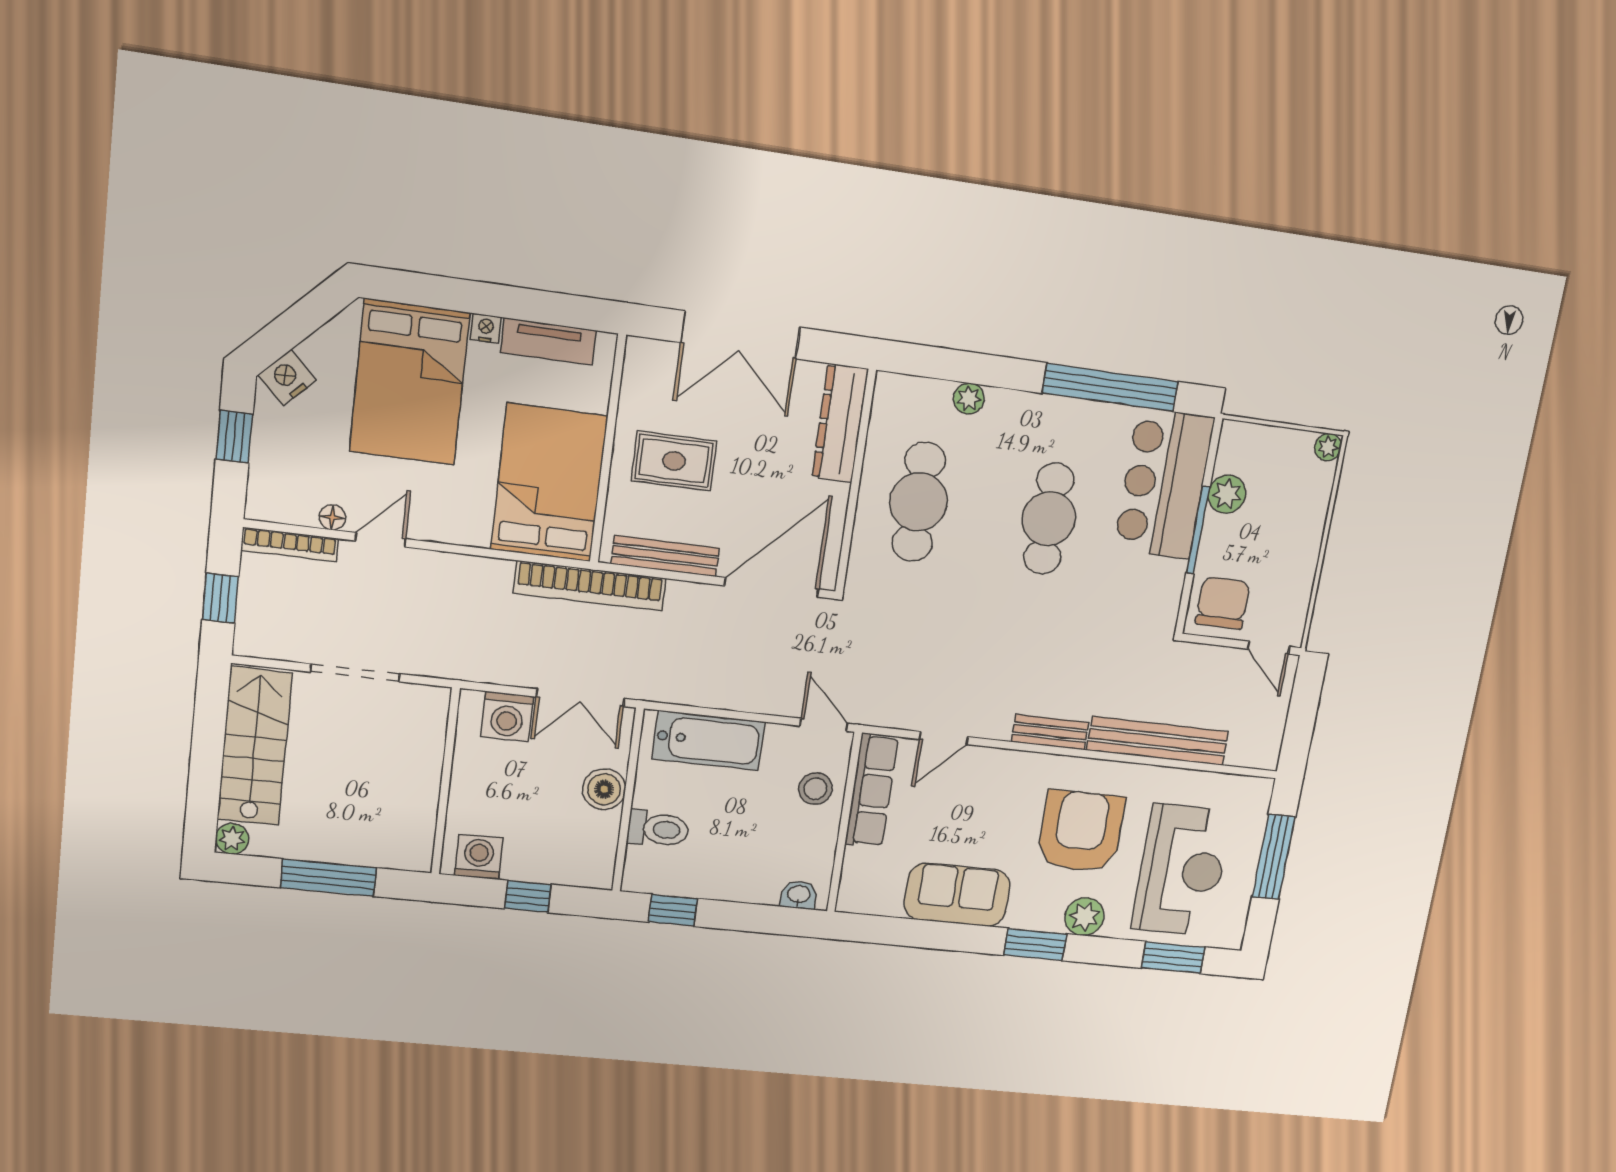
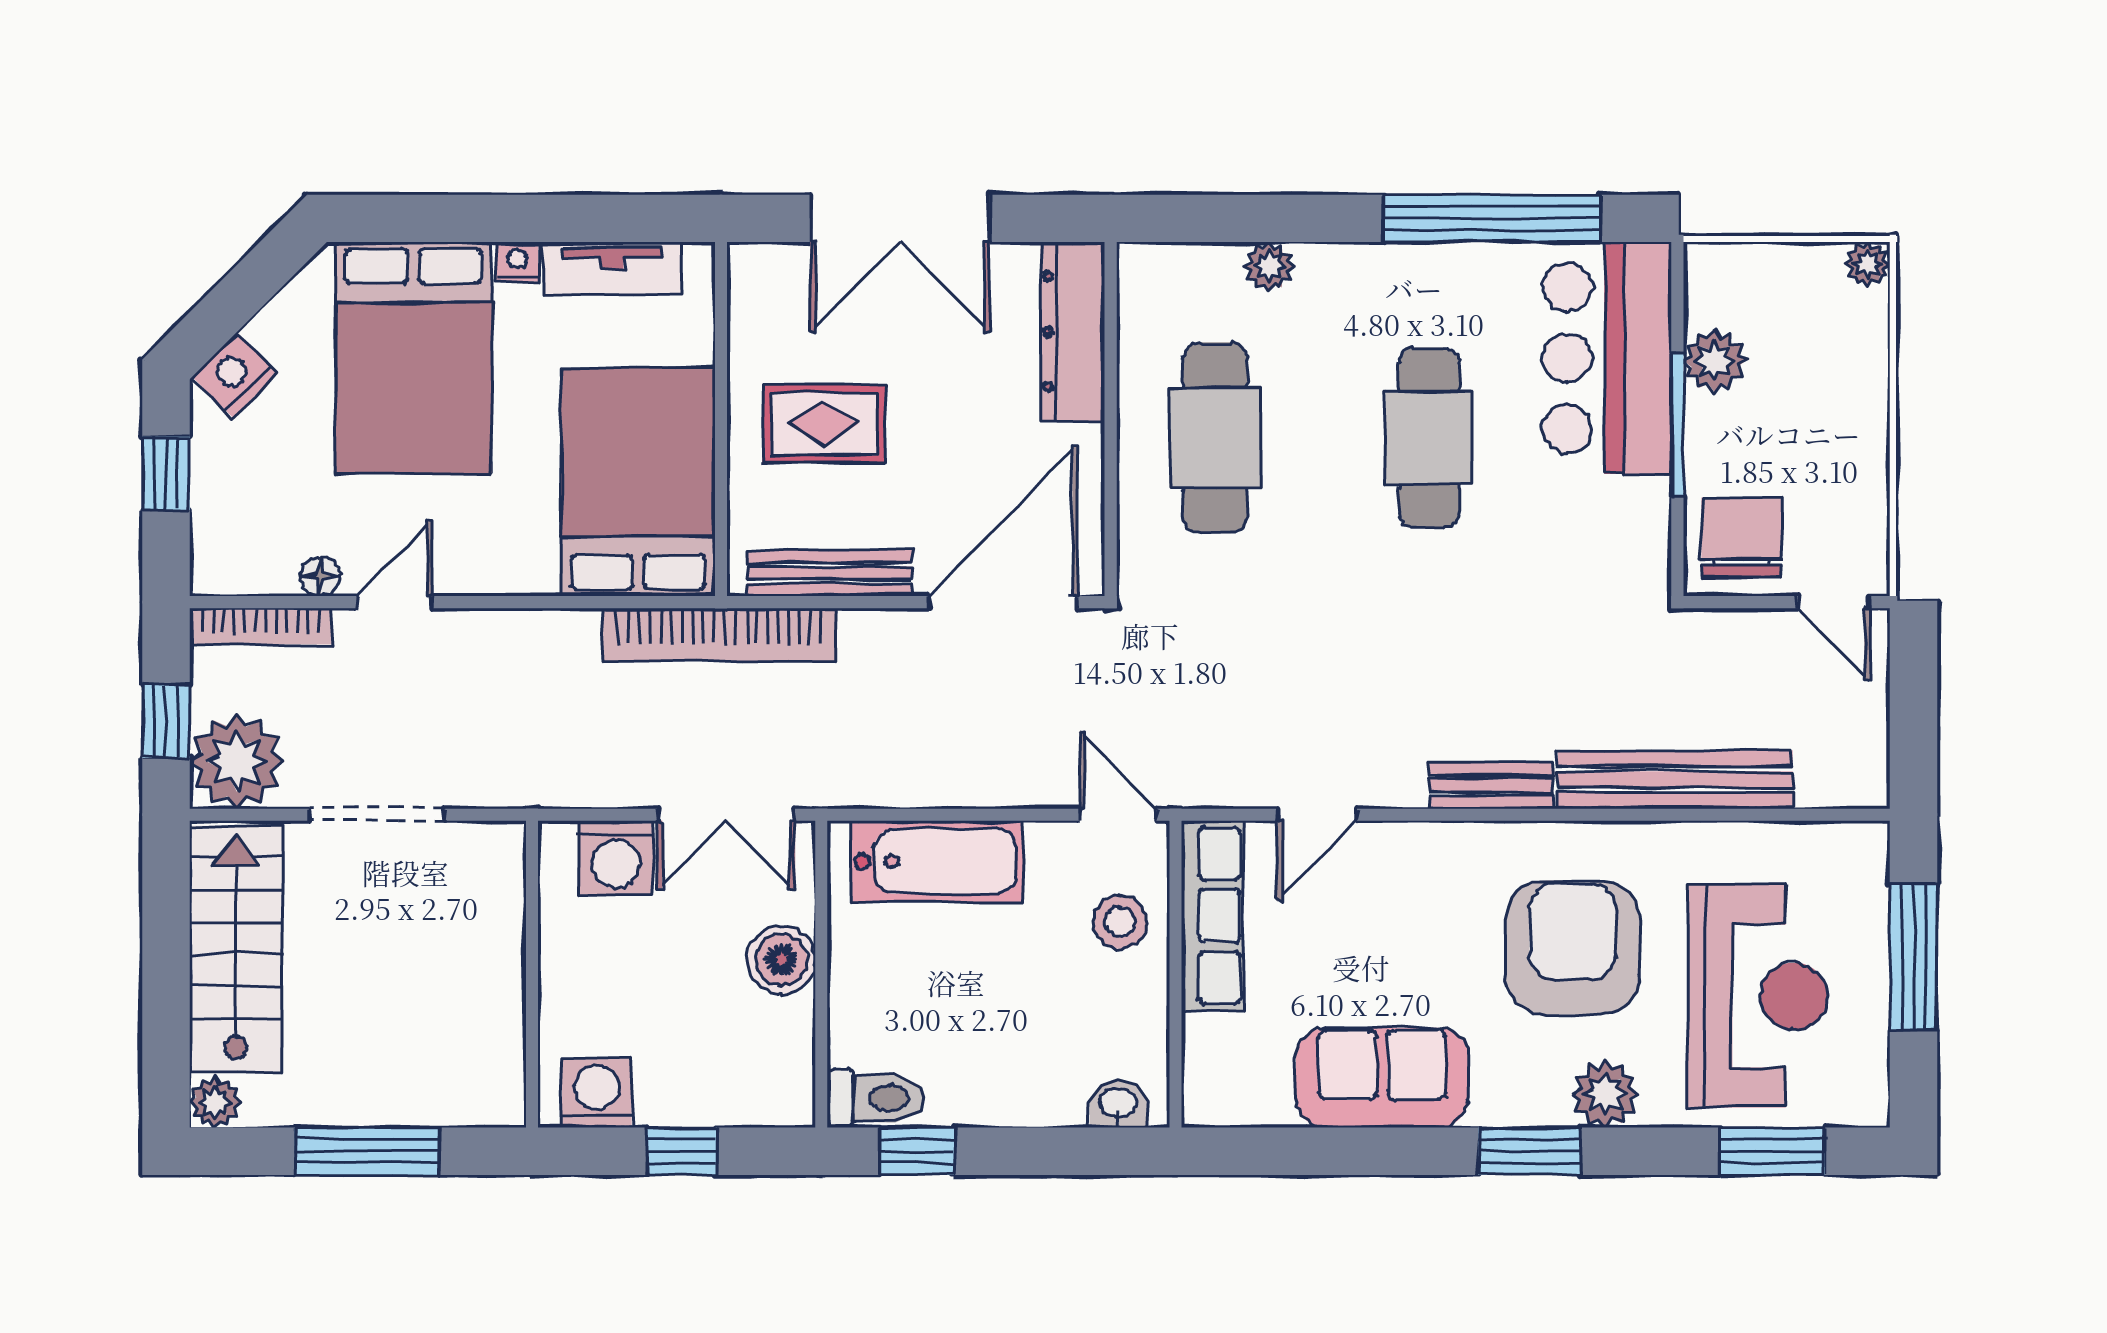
plant: (266, 629) -> (237, 761), added
toilet: (658, 829) -> (875, 1098), moved

